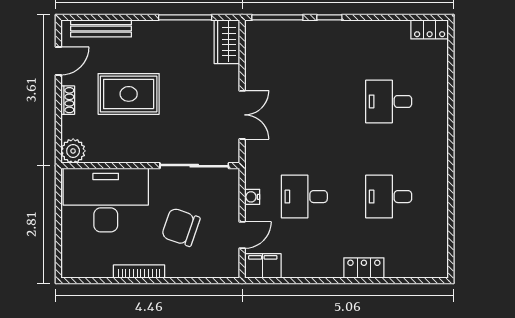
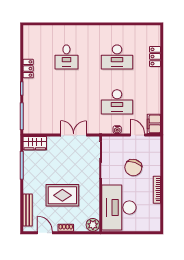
locker: (430, 29) -> (28, 69), moved
rug: (129, 94) -> (62, 195), turned 90
desk: (304, 197) -> (117, 102), width x1.37
desk: (389, 197) -> (117, 57), width x1.37
locker: (364, 268) -> (155, 56), moved

